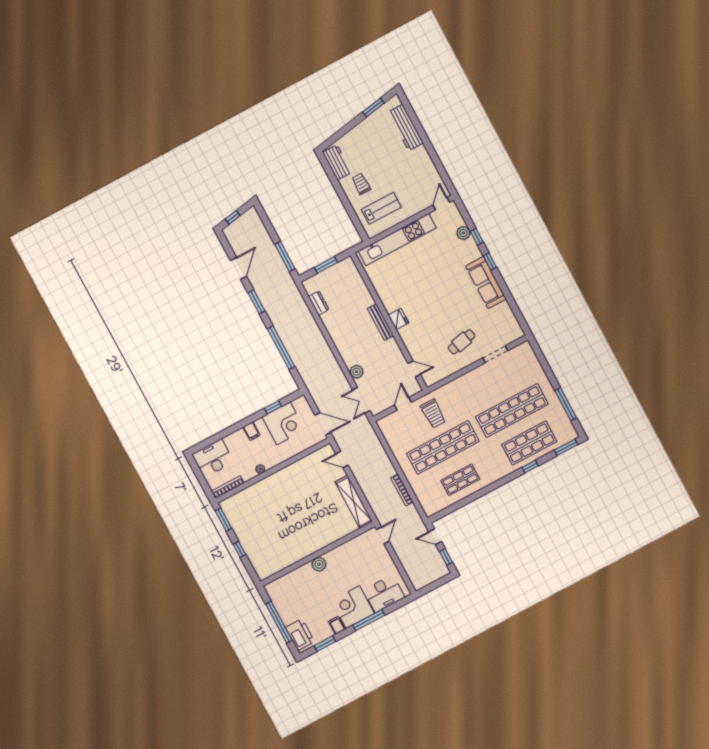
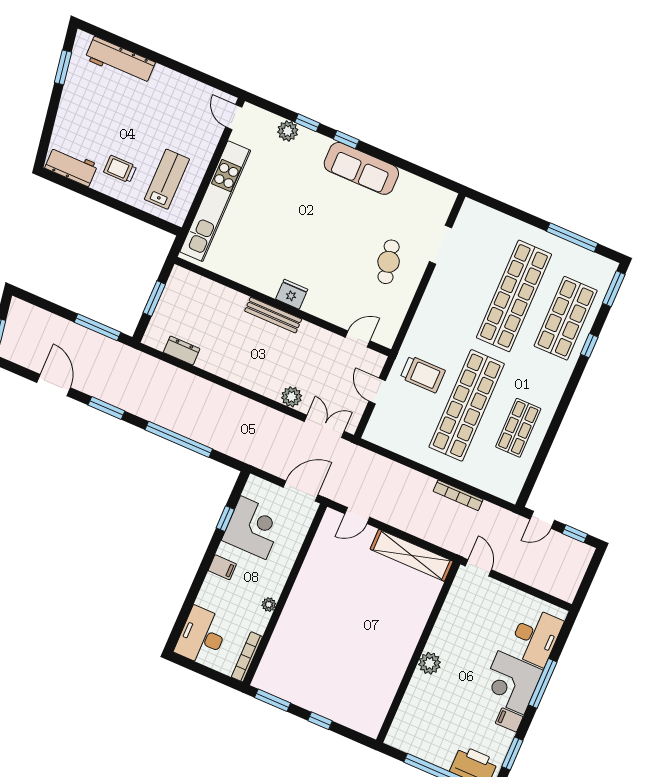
double door: (361, 400) -> (324, 426), swing flipped

